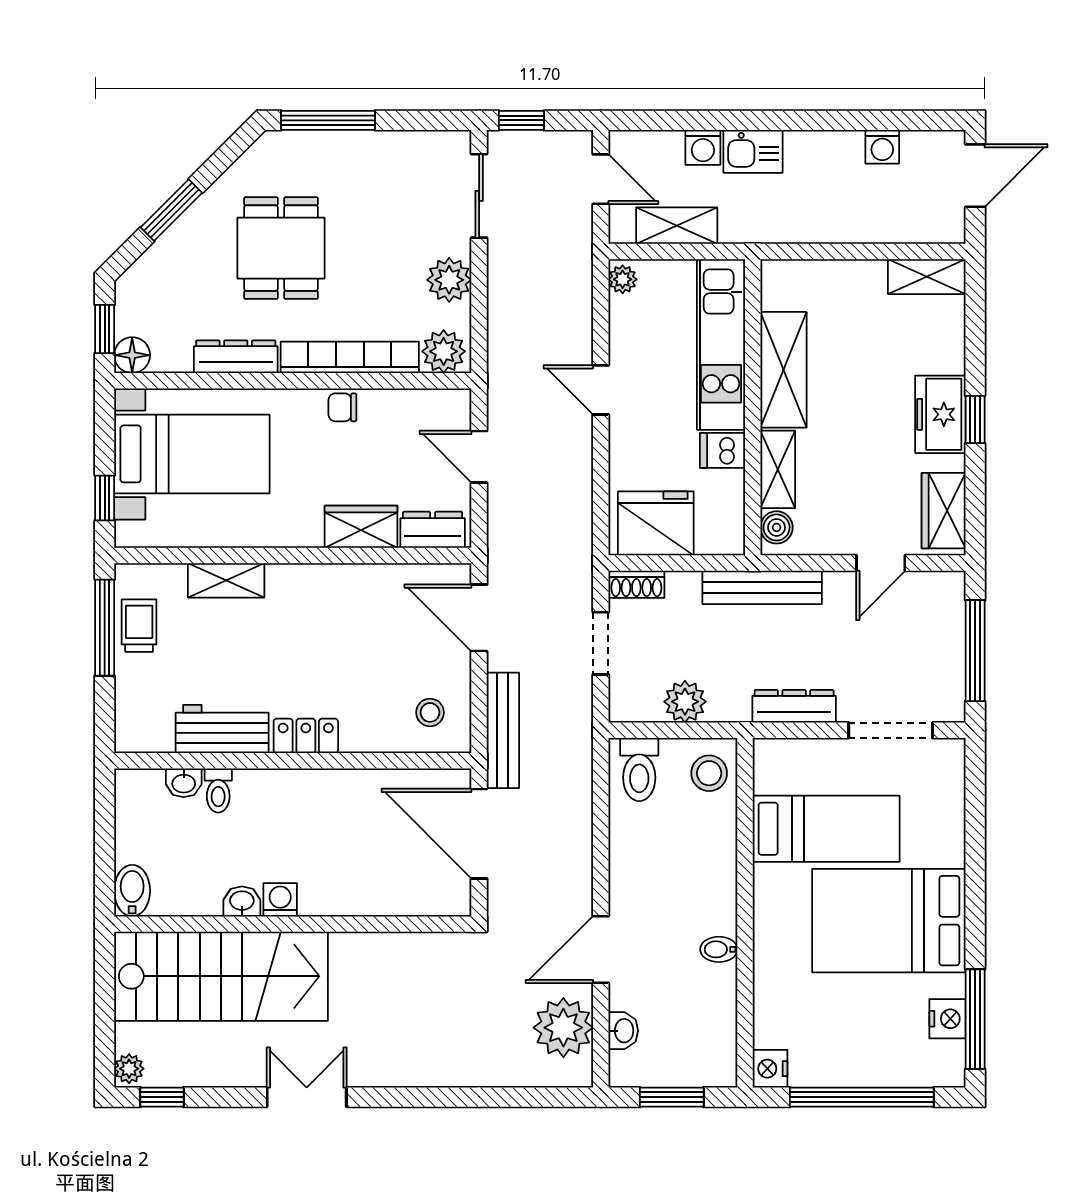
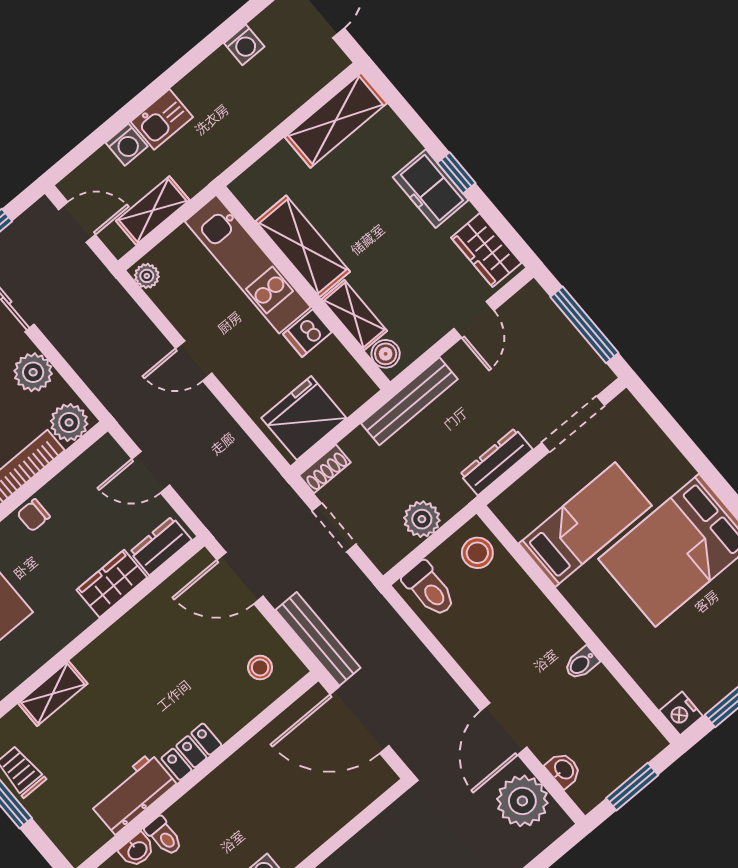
shelving: (927, 277) -> (336, 120), width x1.50, depth x1.33

